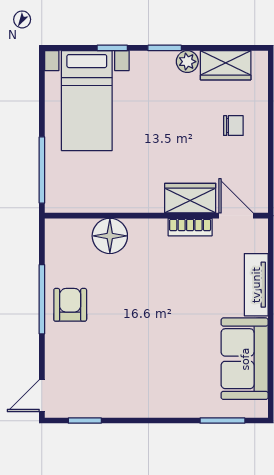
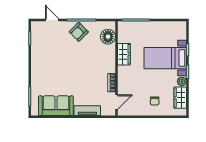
bed with nightstands: (87, 101) -> (165, 58), moved
wardrobe: (190, 198) -> (124, 54), moved
floor lamp: (110, 236) -> (108, 37), moved
armchair: (70, 305) -> (79, 32), turned 135
door: (42, 396) -> (52, 20), moved

